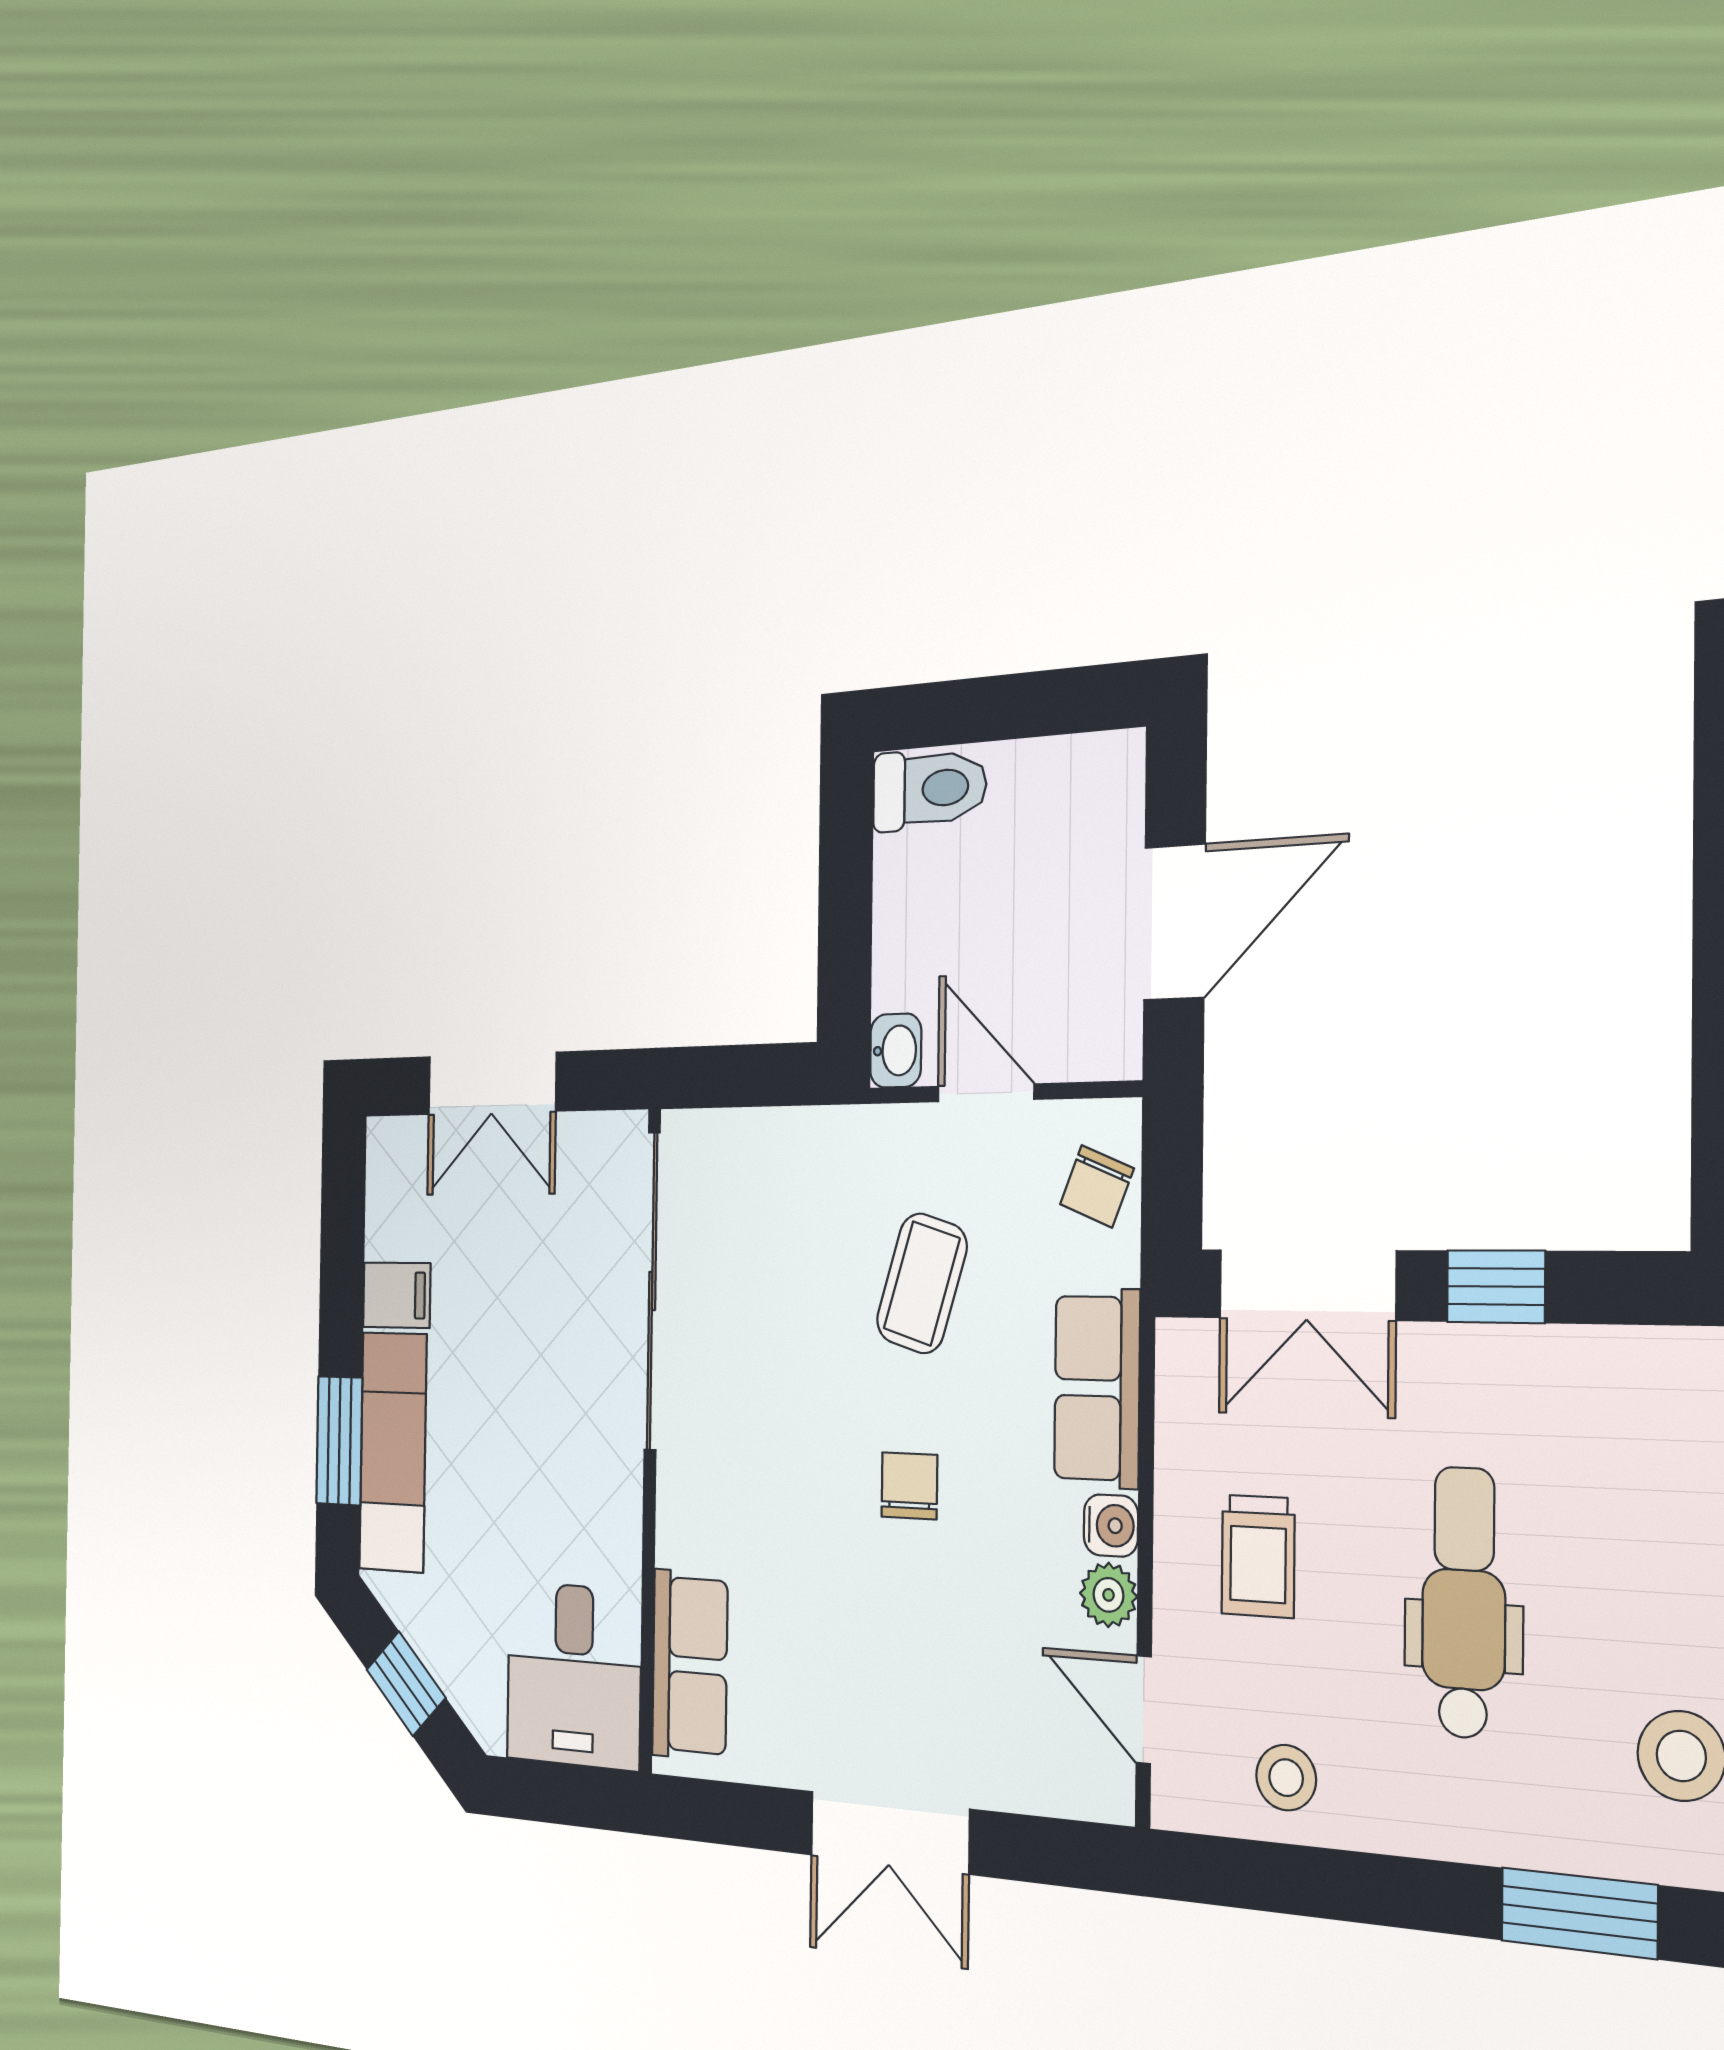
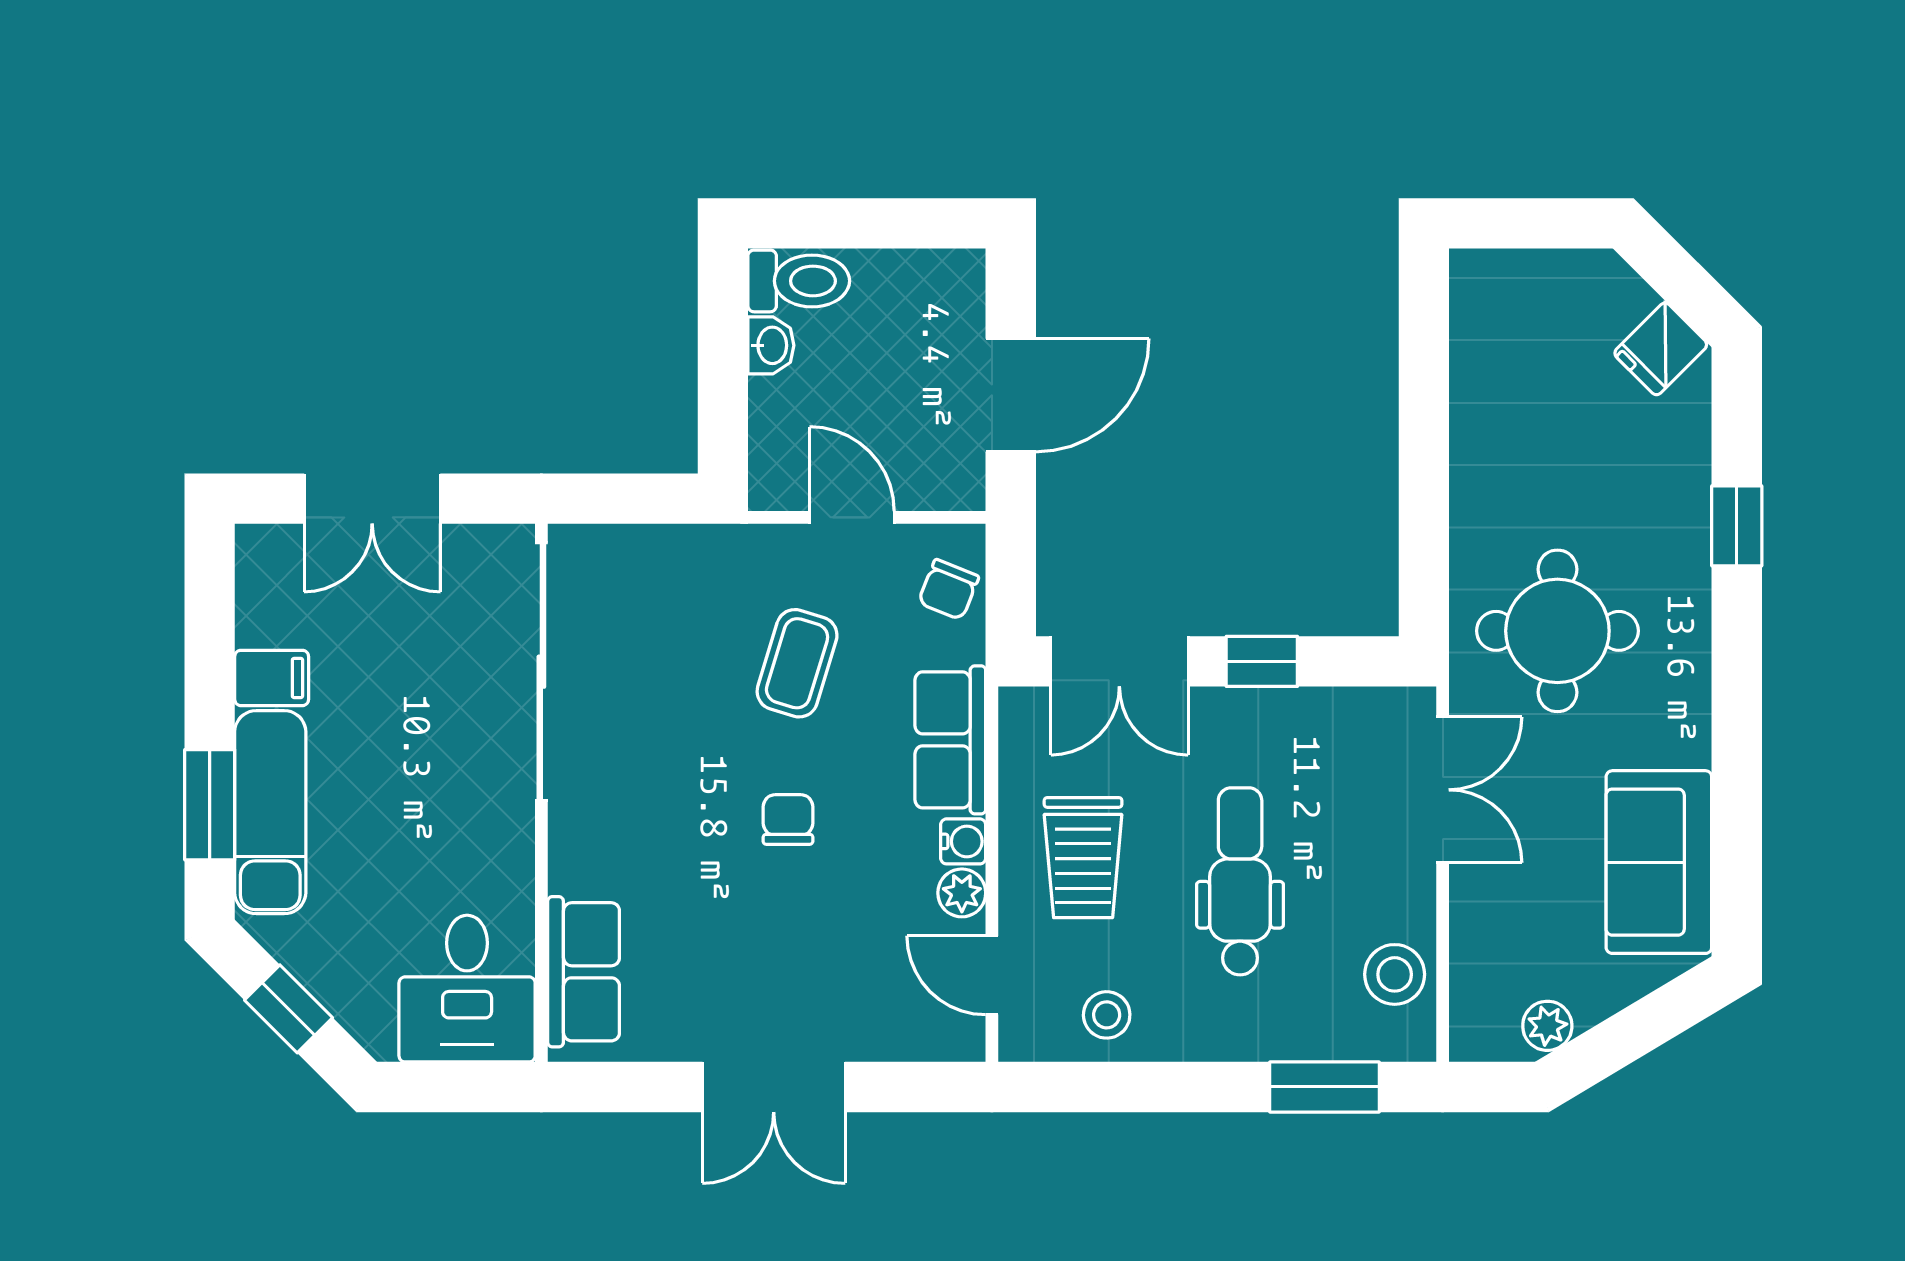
washbasin: (896, 1051) -> (771, 345), moved
trolley: (1258, 1556) -> (1083, 858), width x1.36, depth x1.39

